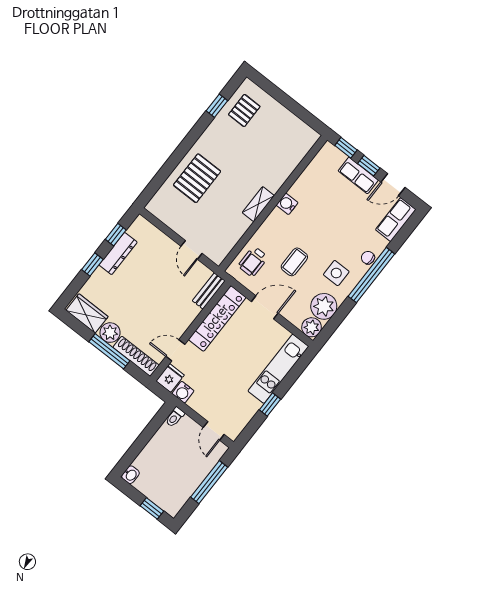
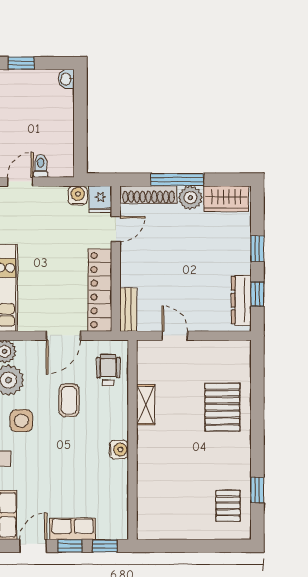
shelving: (258, 204) -> (146, 405), moved
dresser: (118, 254) -> (241, 300), moved
toilet: (175, 417) -> (41, 166), moved
door: (214, 431) -> (20, 182), hinge flipped

